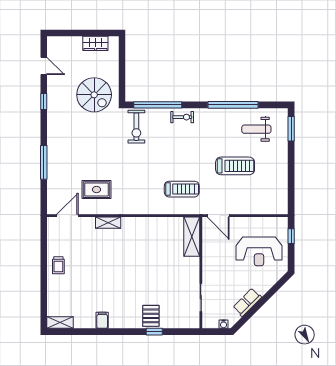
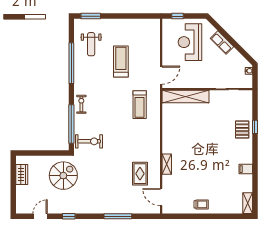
treadmill: (182, 189) -> (140, 105), turned 180
shelving: (192, 237) -> (186, 97), width x1.47
reception desk: (259, 251) -> (190, 42), turned 180
row of seats: (247, 302) -> (222, 43), moved
pallet: (151, 316) -> (242, 130), turned 90

